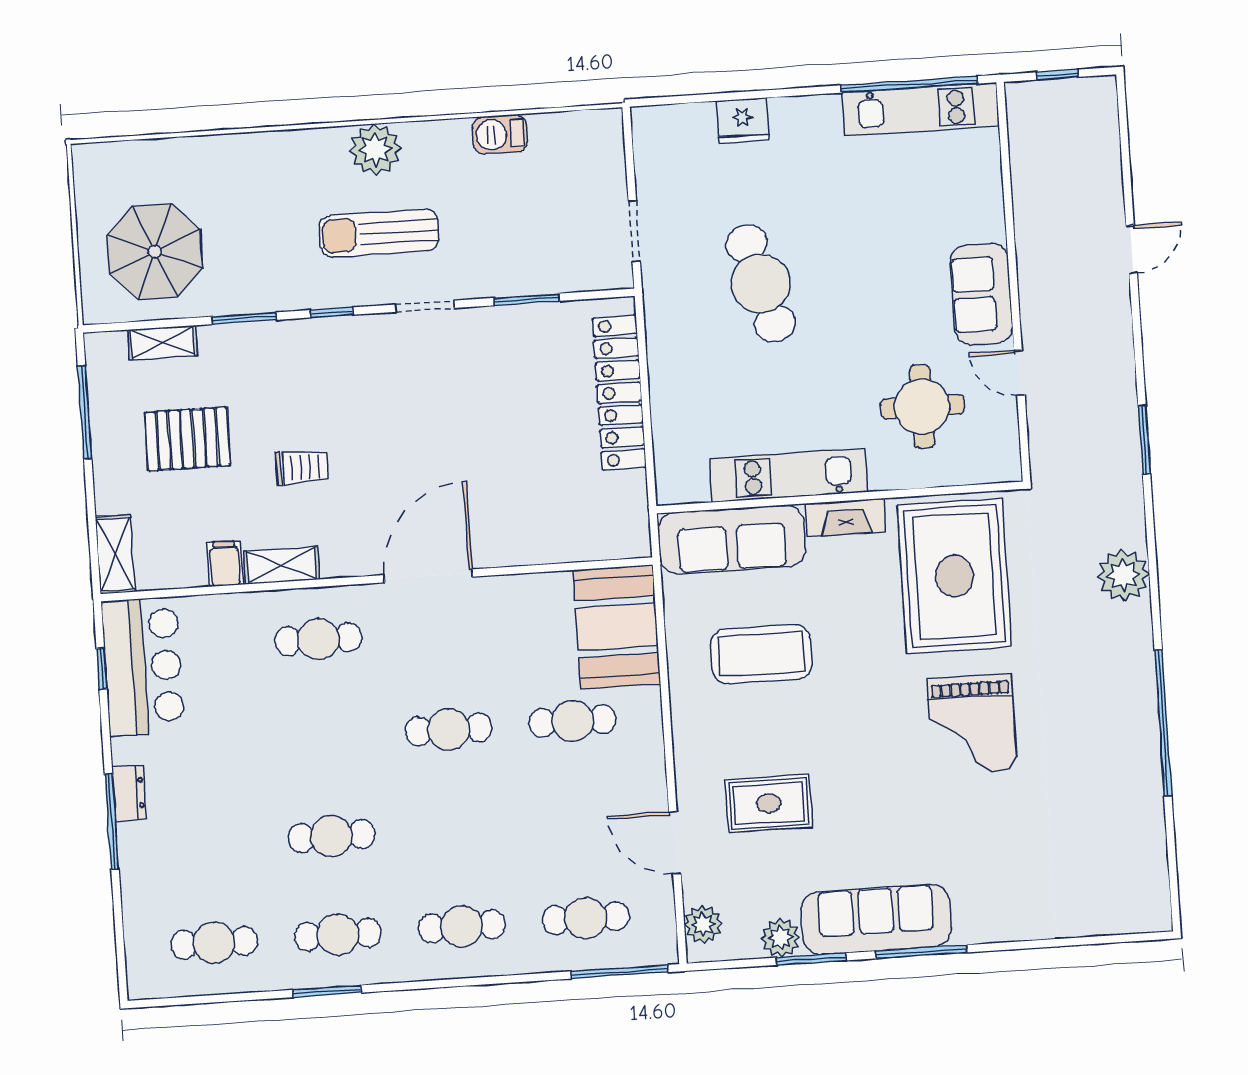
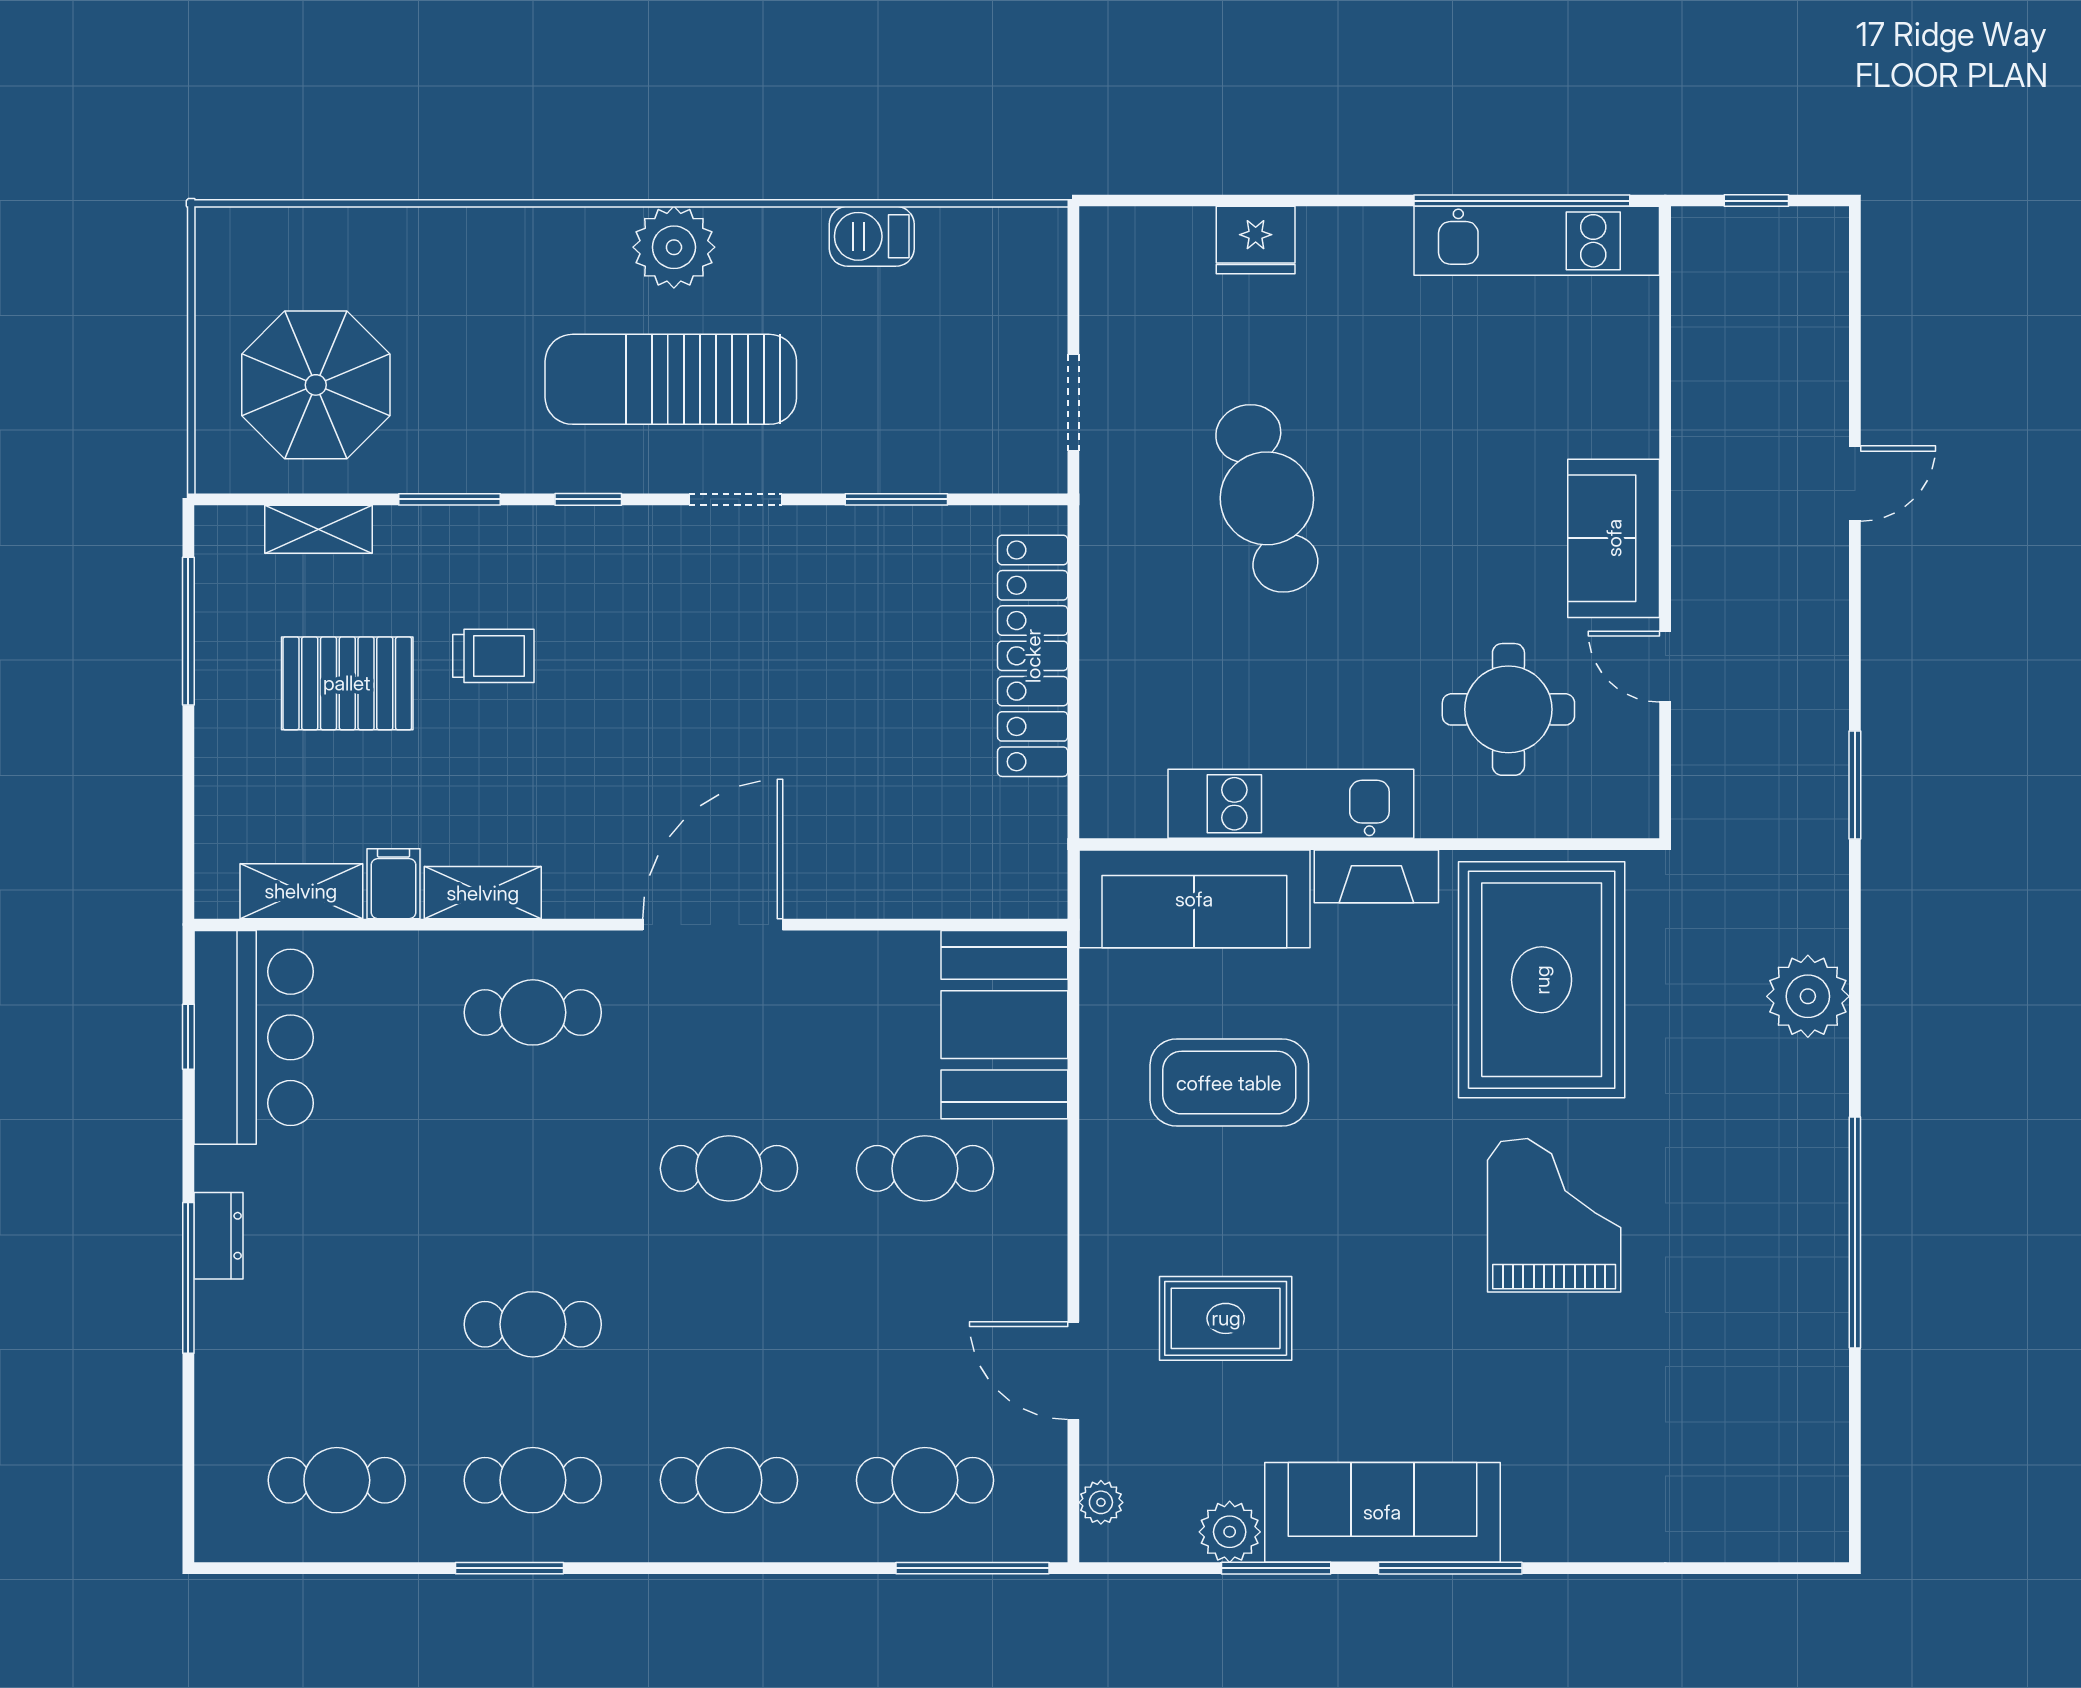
sun lounger: (379, 233) -> (671, 379), width x1.36, depth x1.34
trolley: (302, 467) -> (493, 656), moved
shelving: (115, 554) -> (301, 891), moved, turned 90
grand piano: (972, 724) -> (1554, 1215), turned 180
plant: (703, 924) -> (1101, 1502), width x0.73, depth x0.73

